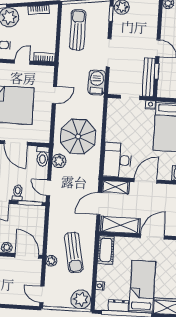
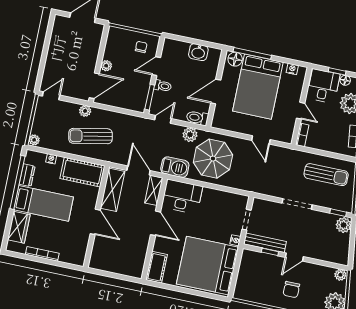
barbecue: (97, 82) -> (175, 167), moved
cot: (106, 250) -> (82, 172), width x1.37, depth x1.34
plant: (81, 299) -> (34, 140), width x0.53, depth x0.53

